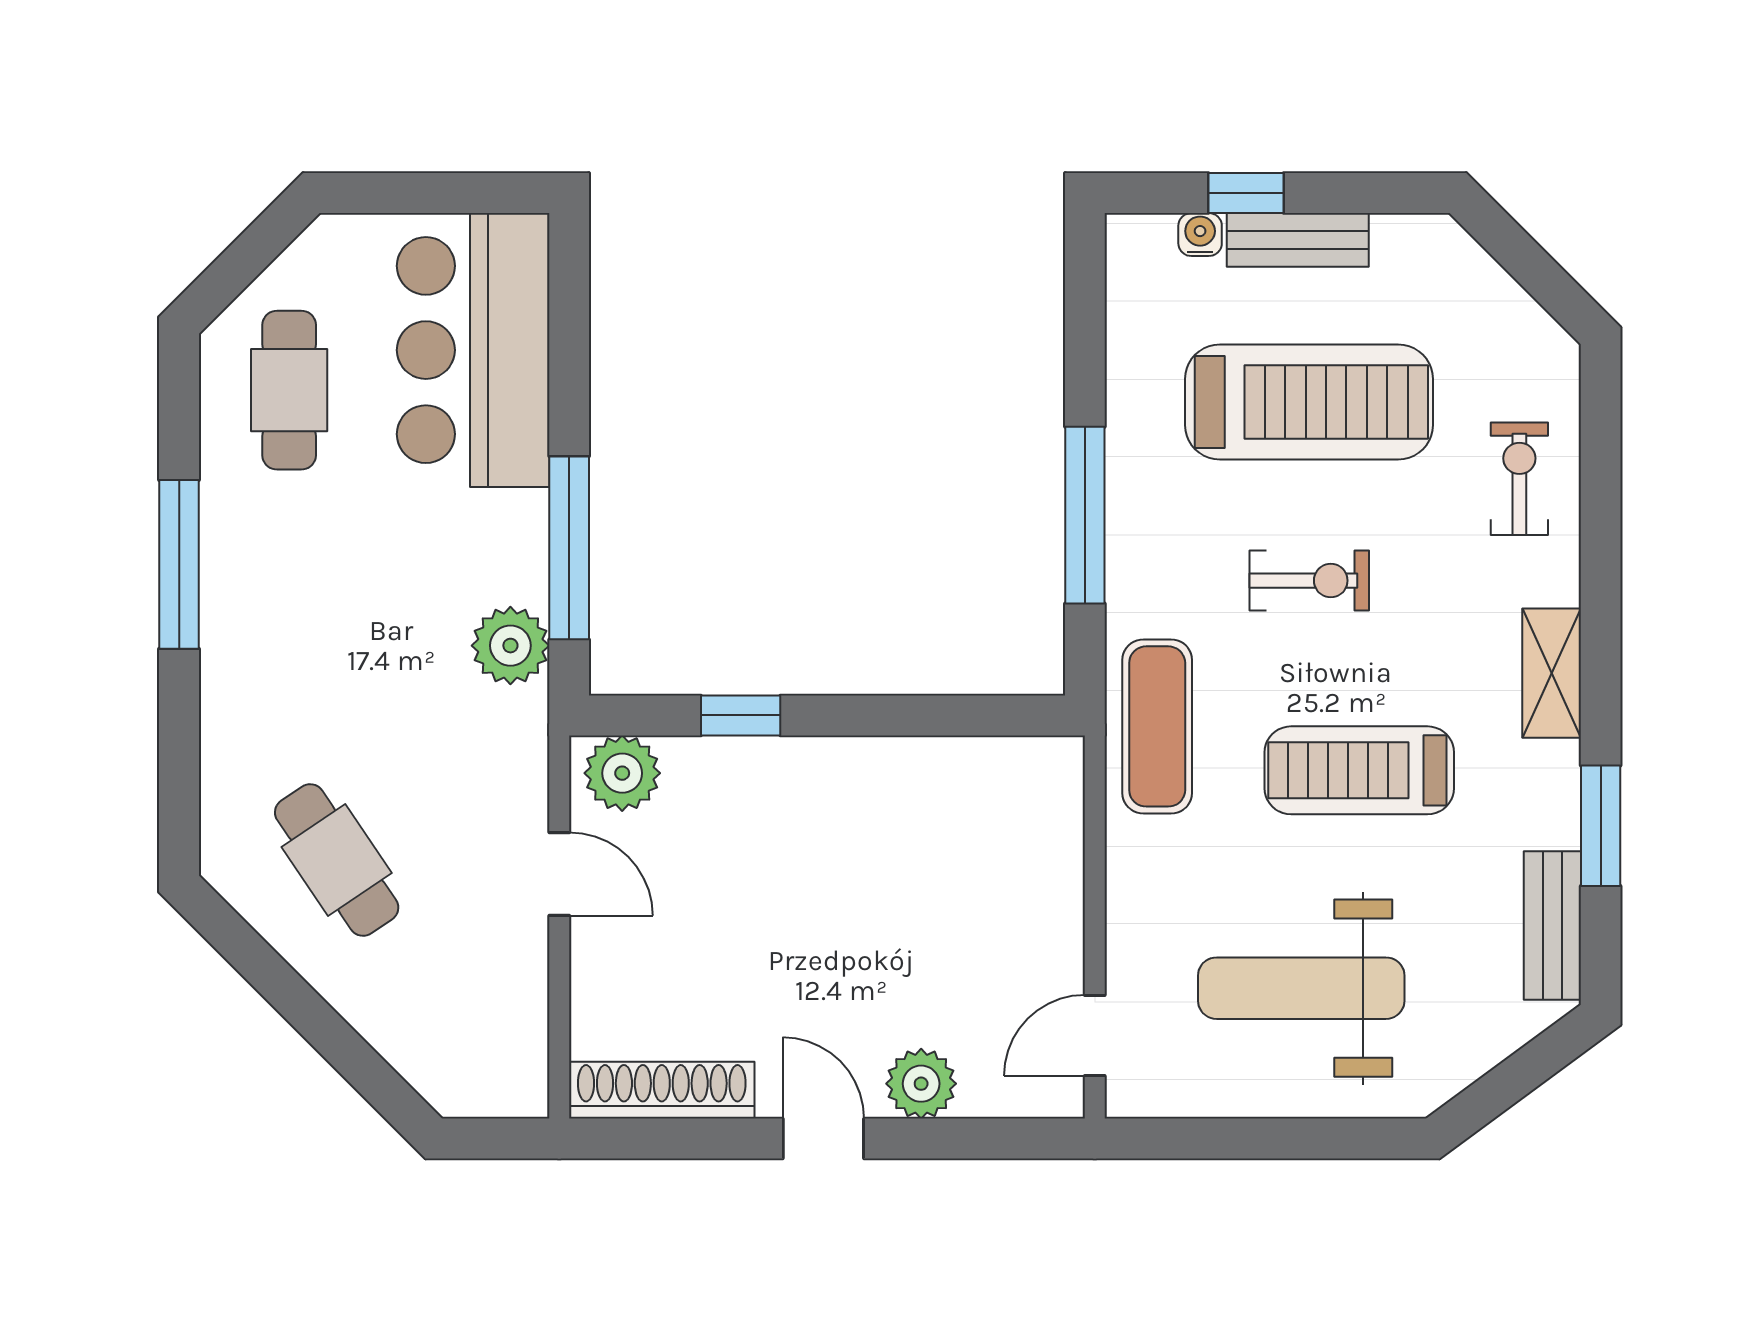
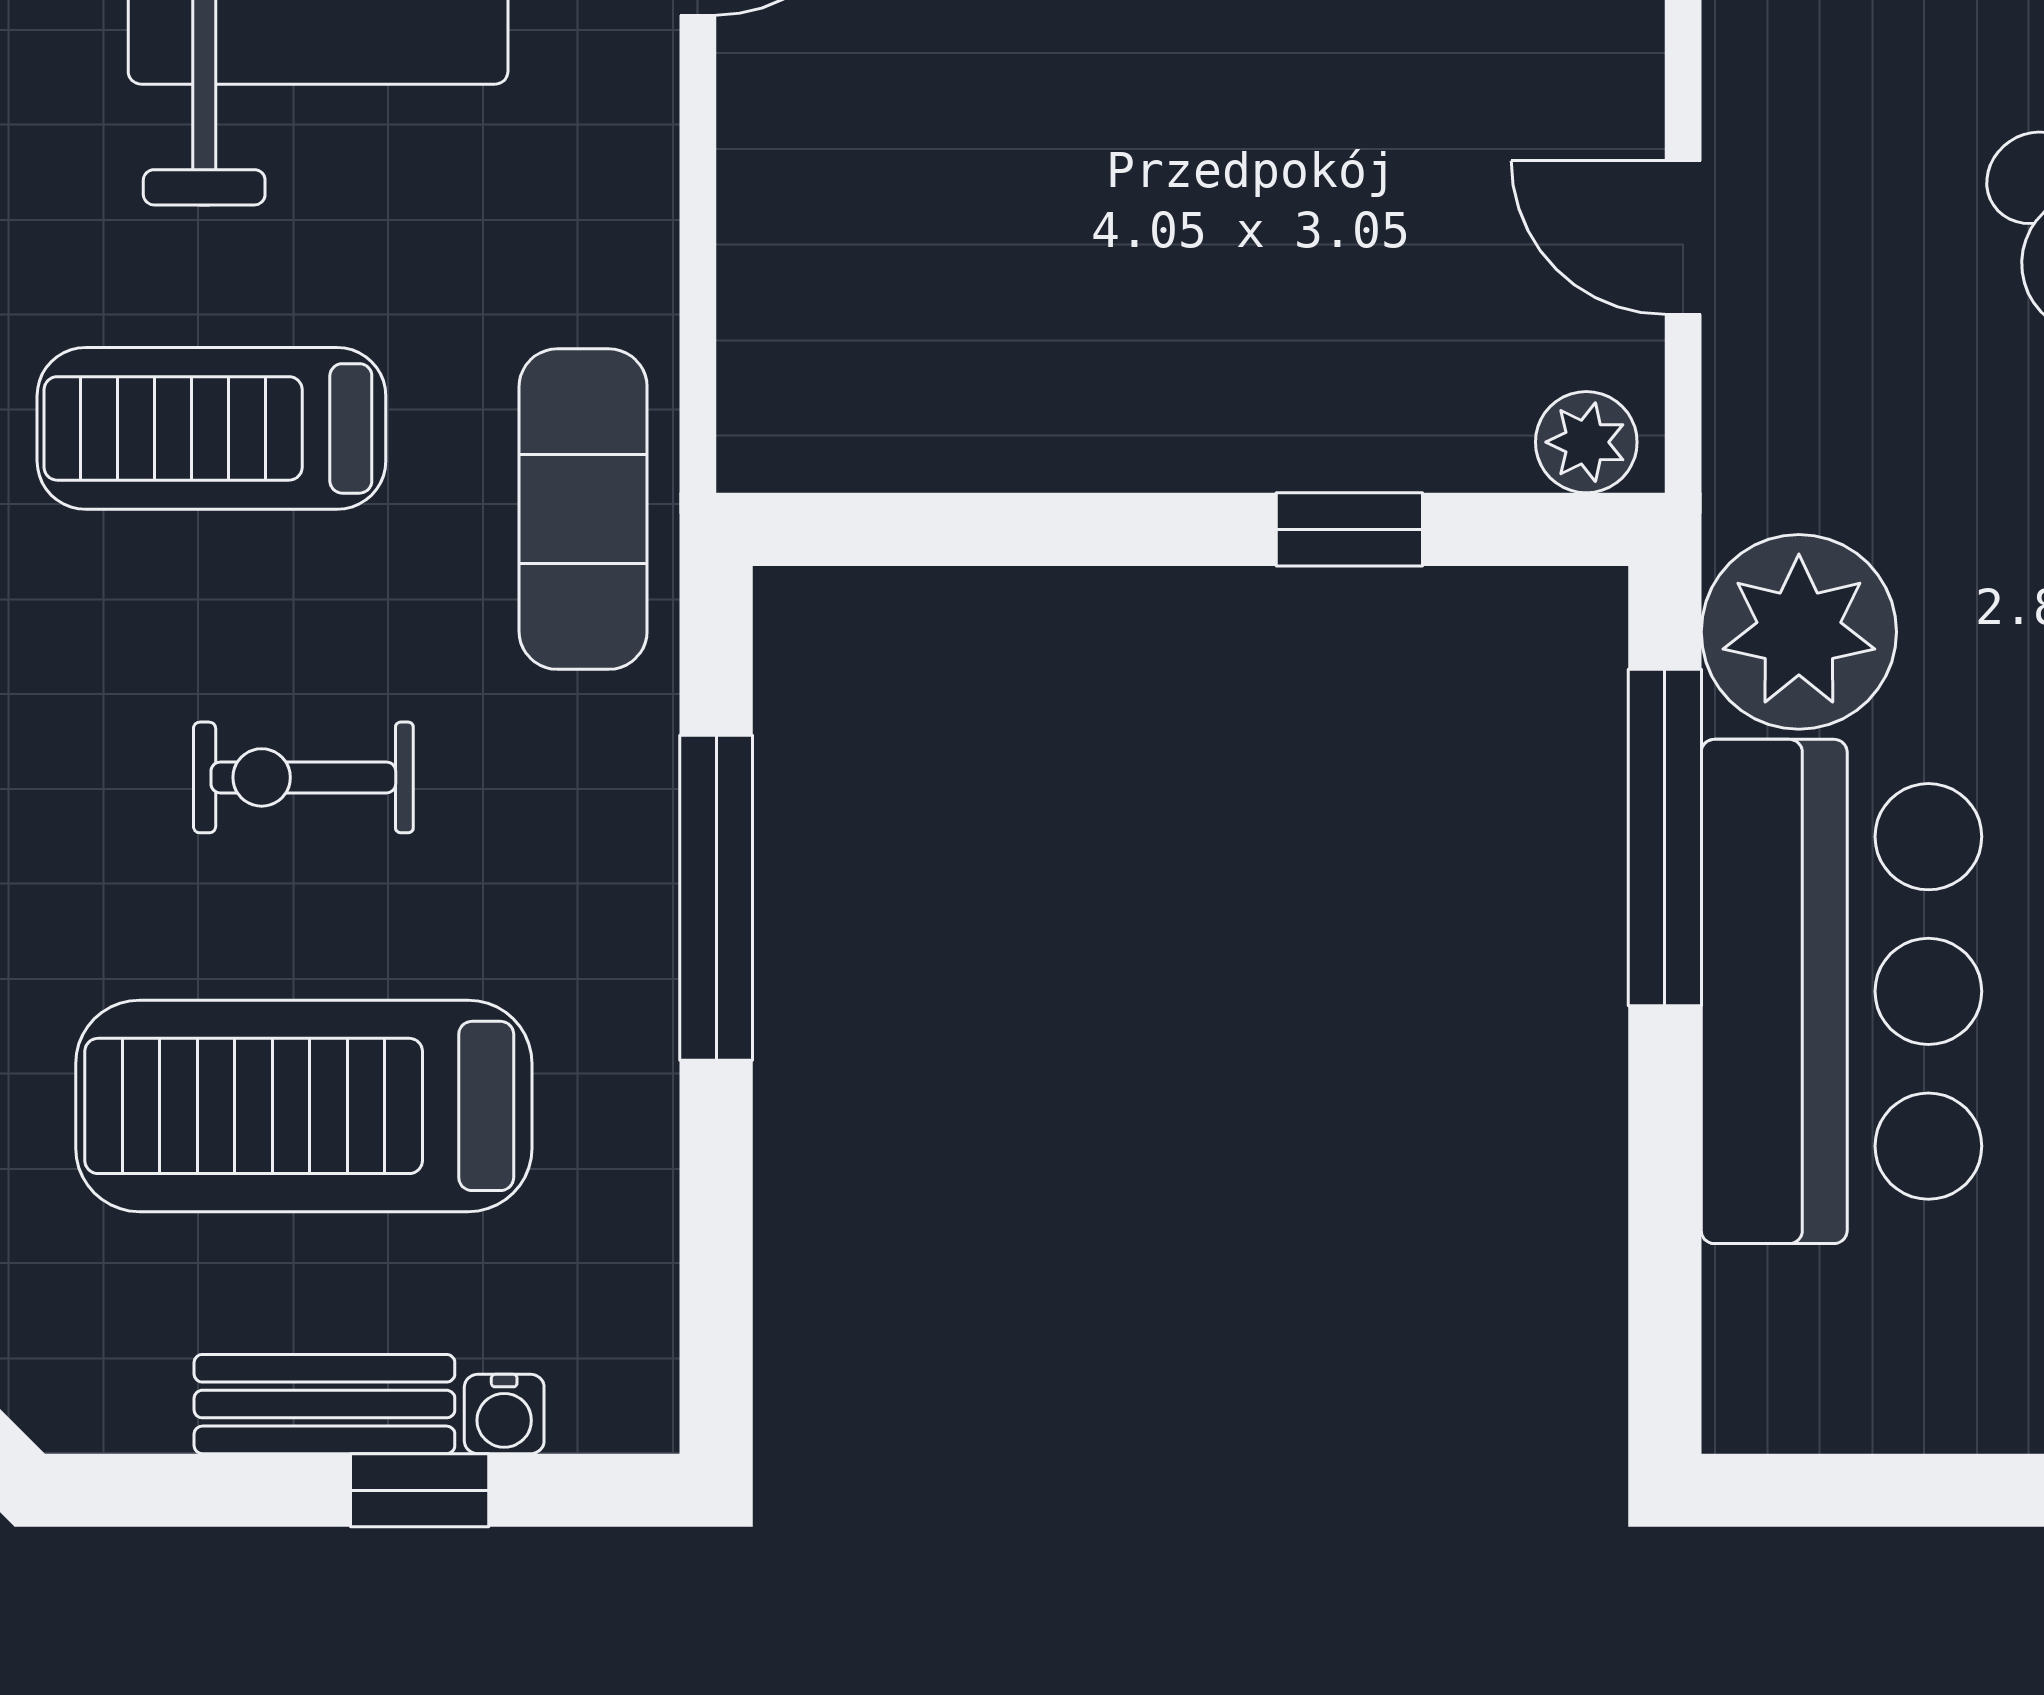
bar counter: (473, 350) -> (1841, 991), moved
plant: (510, 646) -> (1799, 632), width x1.36, depth x1.36
treadmill: (1359, 770) -> (211, 428), turned 180
plant: (622, 773) -> (1586, 442), width x0.73, depth x0.73

